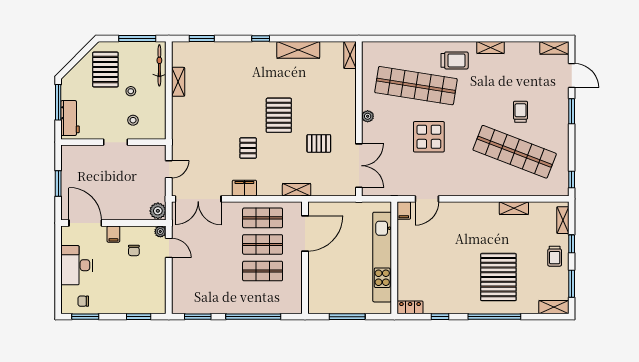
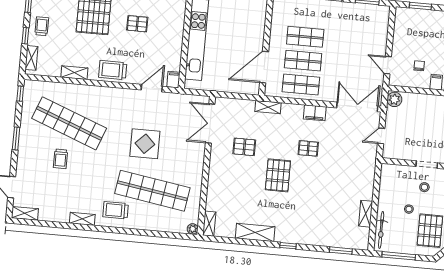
window: (572, 111) -> (16, 138), moved
plant: (368, 116) -> (193, 229), moved
stool: (133, 120) -> (424, 187), moved
pallet: (248, 148) -> (308, 148), turned 90
trolley: (472, 215) -> (113, 70), added
plant: (160, 232) -> (394, 81), removed
pallet: (449, 269) -> (137, 24), added

